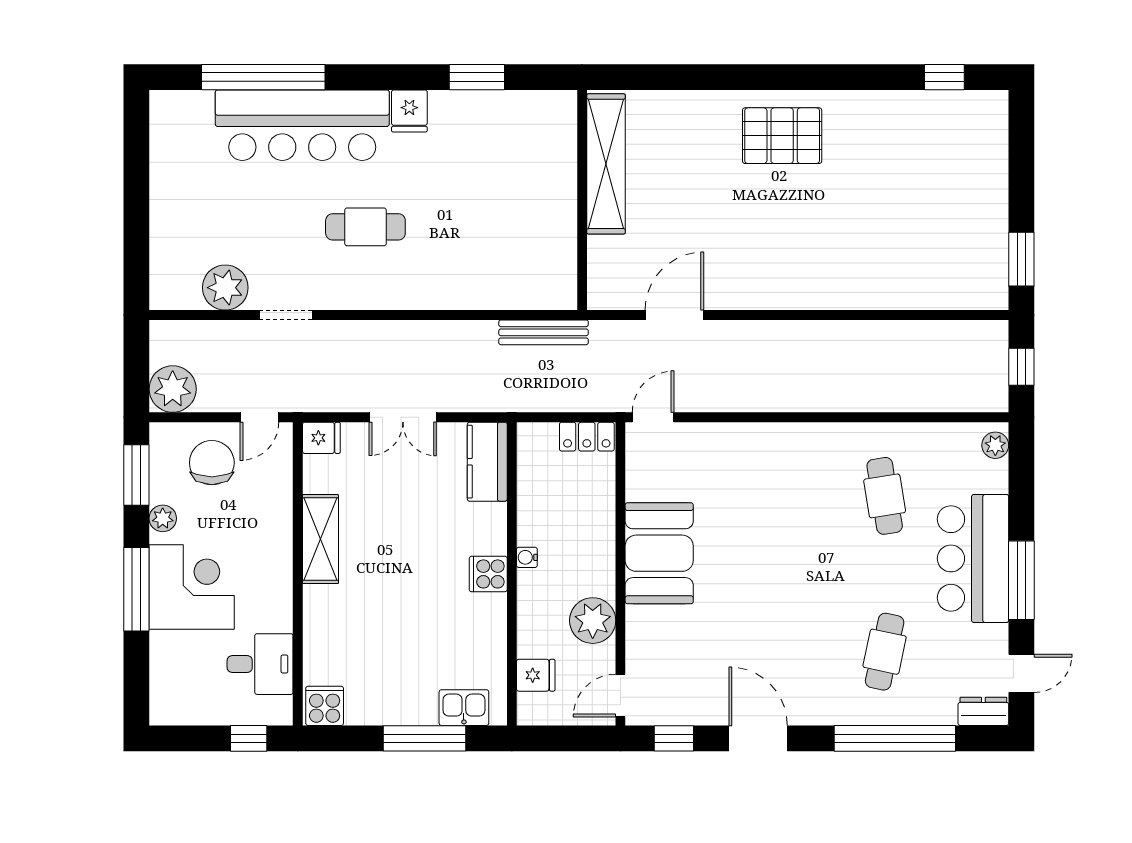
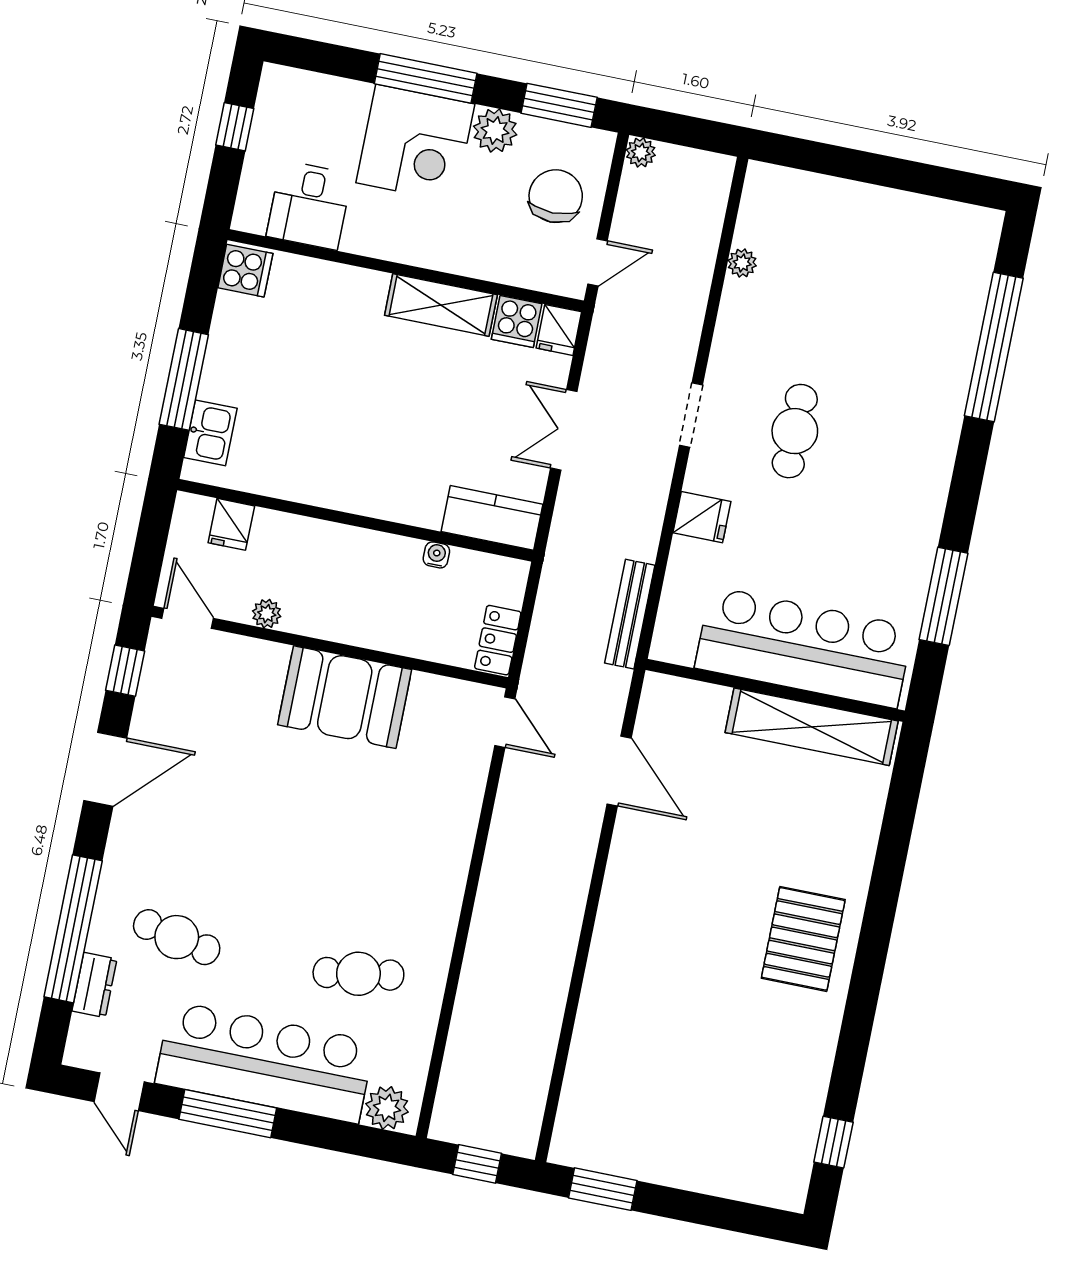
window: (477, 77) -> (944, 596), width x1.44
fridge: (409, 111) -> (702, 517), moved, turned 180
bar counter: (302, 125) -> (804, 647), moved, turned 90
plant: (225, 288) -> (742, 263), width x0.53, depth x0.53
doorway: (286, 315) -> (691, 415), moved
plant: (173, 389) -> (641, 152), width x0.53, depth x0.53
door: (259, 417) -> (598, 262), swing flipped
plant: (995, 445) -> (387, 1108), width x1.38, depth x1.38
chair: (212, 463) -> (556, 196), turned -90
plant: (163, 518) -> (495, 130), width x1.38, depth x1.38
water cooler: (527, 557) -> (436, 555), moved
bar counter: (973, 558) -> (265, 1062), width x1.36
cooker: (488, 574) -> (517, 321), moved, turned 180
plant: (593, 621) -> (267, 614), width x0.53, depth x0.53
dresser: (983, 711) -> (94, 985), moved
window: (249, 738) -> (235, 127), moved

